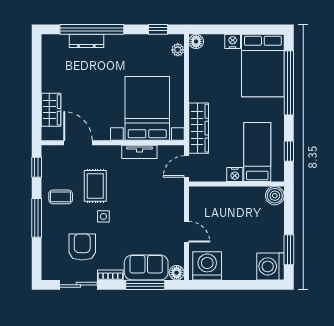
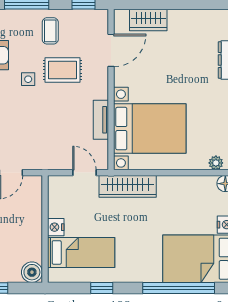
bed: (257, 152) -> (81, 252), moved
nightstand: (235, 174) -> (56, 227), moved
wall: (236, 184) -> (45, 229), moved
boiler: (275, 196) -> (32, 272), moved

